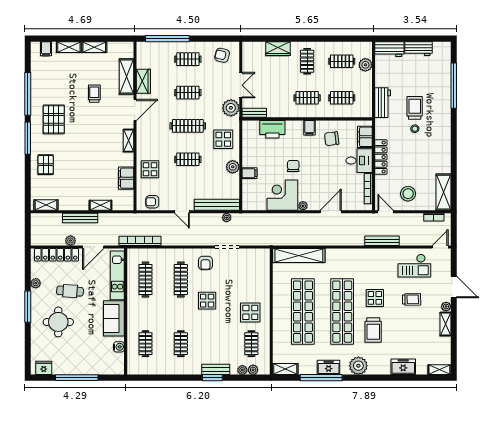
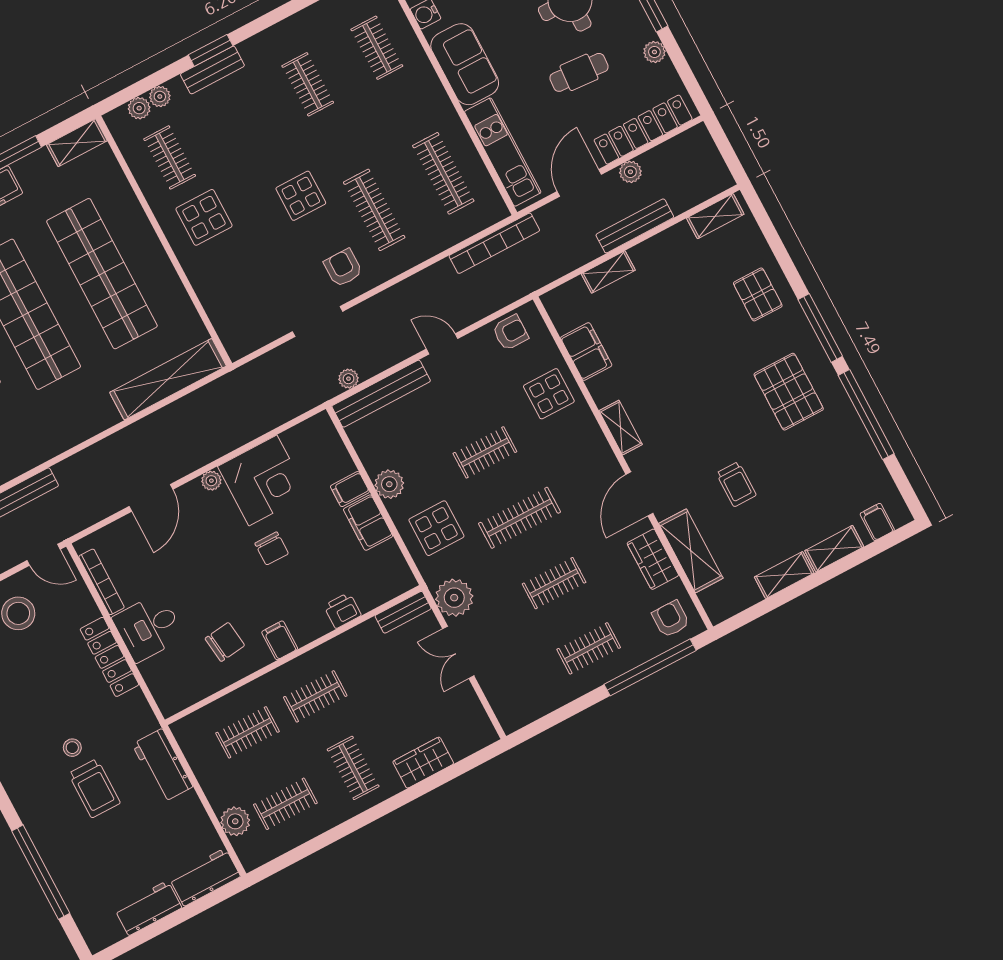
armchair: (222, 55) -> (671, 619), moved, turned -104
printer: (272, 129) -> (342, 610), width x0.53, depth x0.68
filing cabinet: (365, 137) -> (368, 523), moved, turned 180

